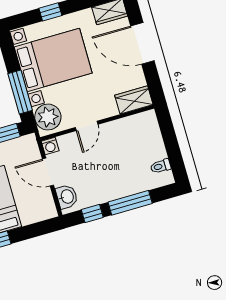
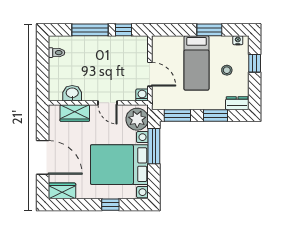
wardrobe: (134, 100) -> (75, 113), moved
door: (87, 126) -> (108, 103), swing flipped
washbasin: (67, 197) -> (72, 93), moved, turned 90

